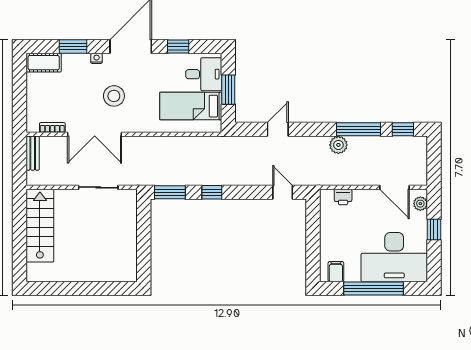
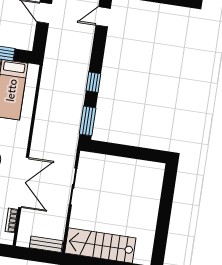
bench: (33, 153) -> (46, 244), moved

